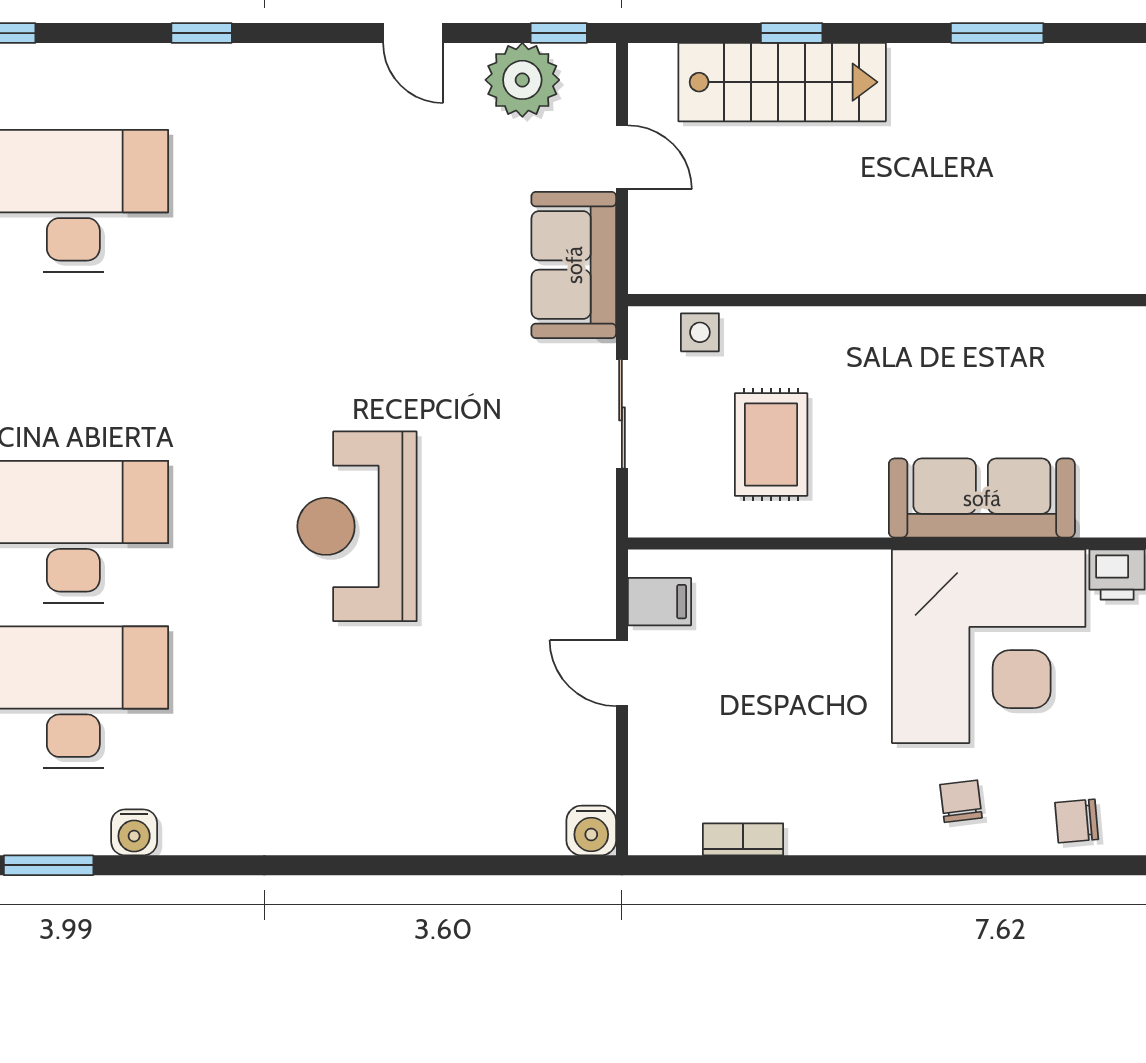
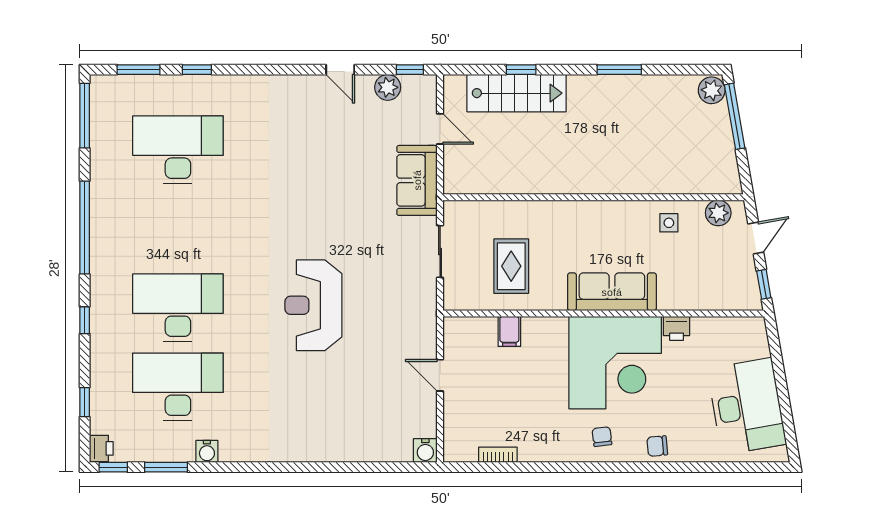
window: (202, 33) -> (197, 70), moved
plant: (522, 80) -> (388, 87), width x0.73, depth x0.73
side table: (700, 332) -> (669, 223), moved
filing cabinet: (660, 602) -> (509, 331), moved, turned 90

